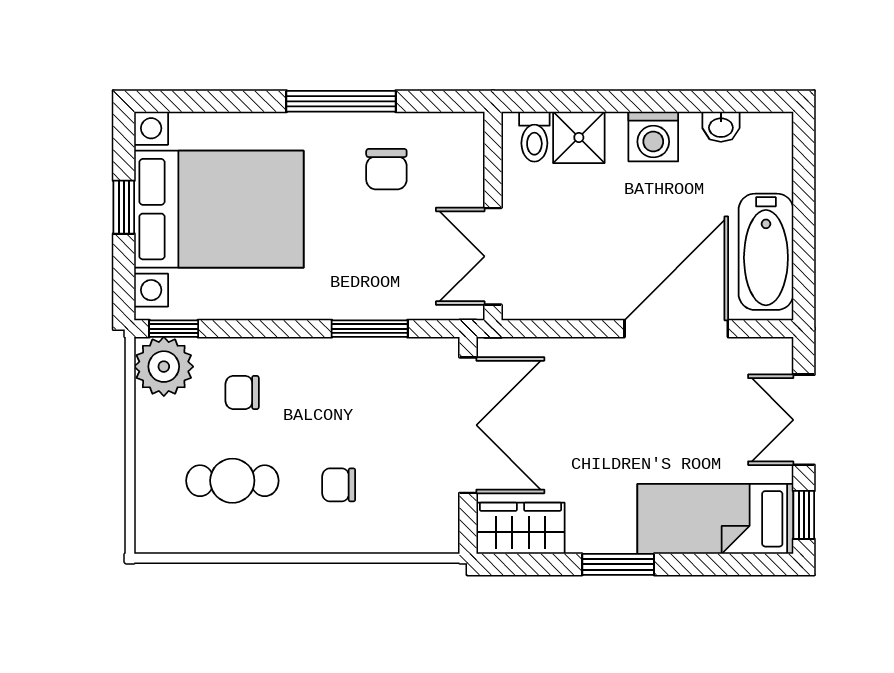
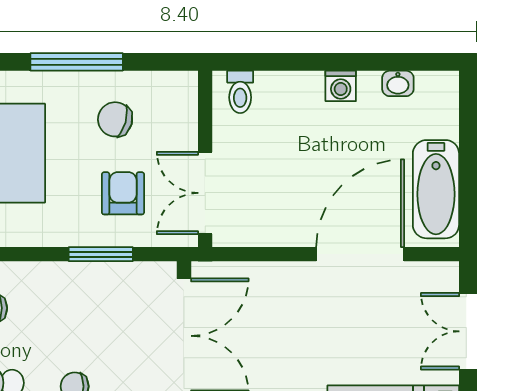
shower: (579, 137) -> (278, 92), removed
washing machine: (653, 137) -> (341, 86), width x0.73, depth x0.73
chair: (386, 169) -> (115, 119), turned 106
armchair: (396, 257) -> (123, 193), added

